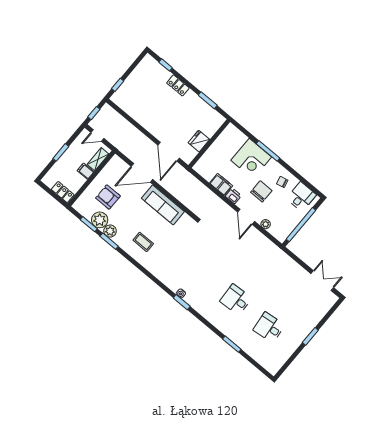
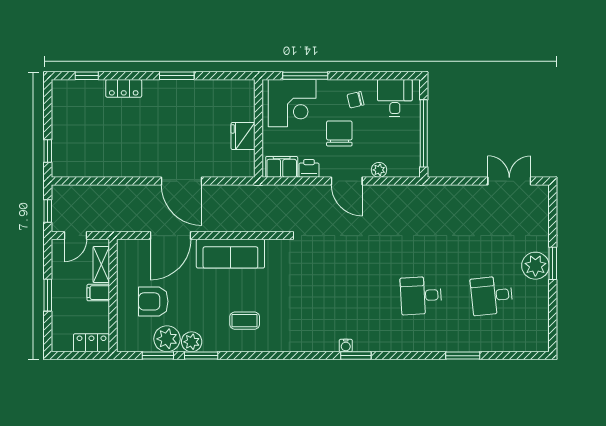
fridge: (199, 141) -> (243, 136), moved
wall: (209, 144) -> (258, 128), moved
plant: (301, 331) -> (535, 266), added

